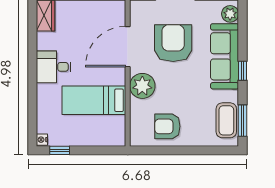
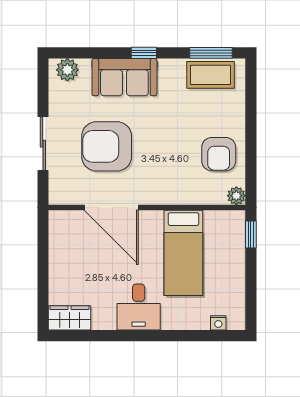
sofa: (225, 56) -> (124, 77), width x0.73
plant: (142, 86) -> (236, 196), moved, width x0.53, depth x0.53
nightstand: (42, 140) -> (218, 323), moved
window: (60, 150) -> (251, 234), moved

